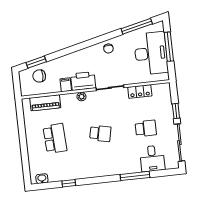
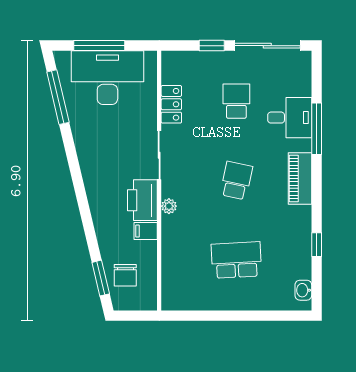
chair: (108, 49) -> (91, 150), removed
piano: (45, 103) -> (300, 178), moved, turned 180
desk: (152, 159) -> (290, 118), moved

